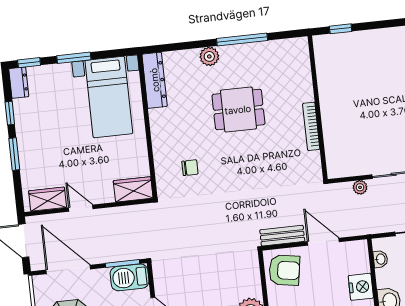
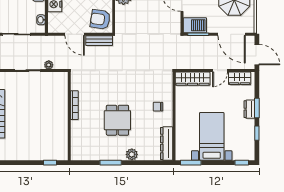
window: (242, 40) -> (111, 163), width x0.69
window: (74, 58) -> (191, 163), moved
dresser: (19, 83) -> (249, 109), moved
bed with nightstands: (109, 97) -> (212, 136), moved
dining table: (238, 110) -> (117, 120), turned 90
chair: (190, 168) -> (158, 107), moved
wardrobe: (133, 189) -> (193, 79), width x1.50
door: (81, 208) -> (220, 71), hinge flipped

